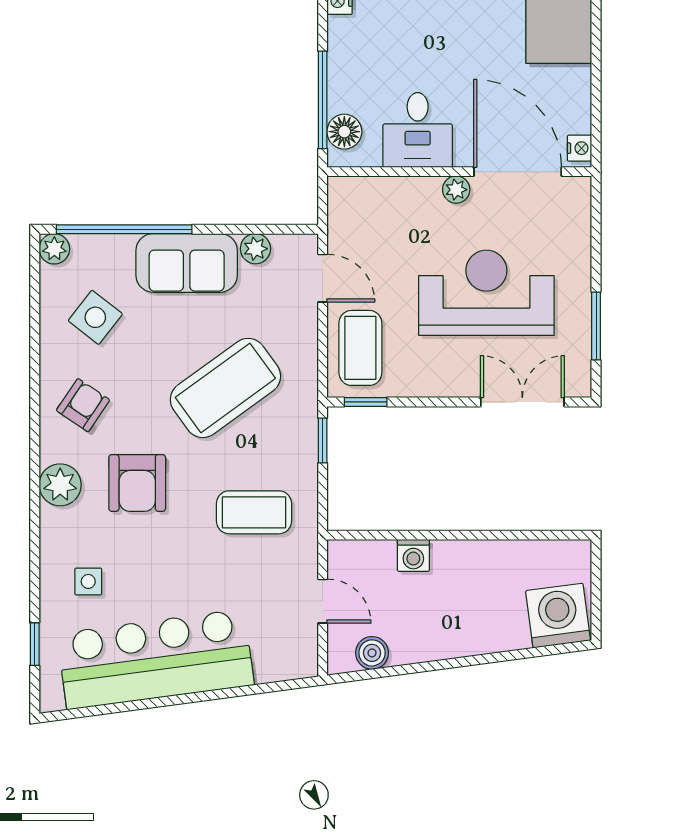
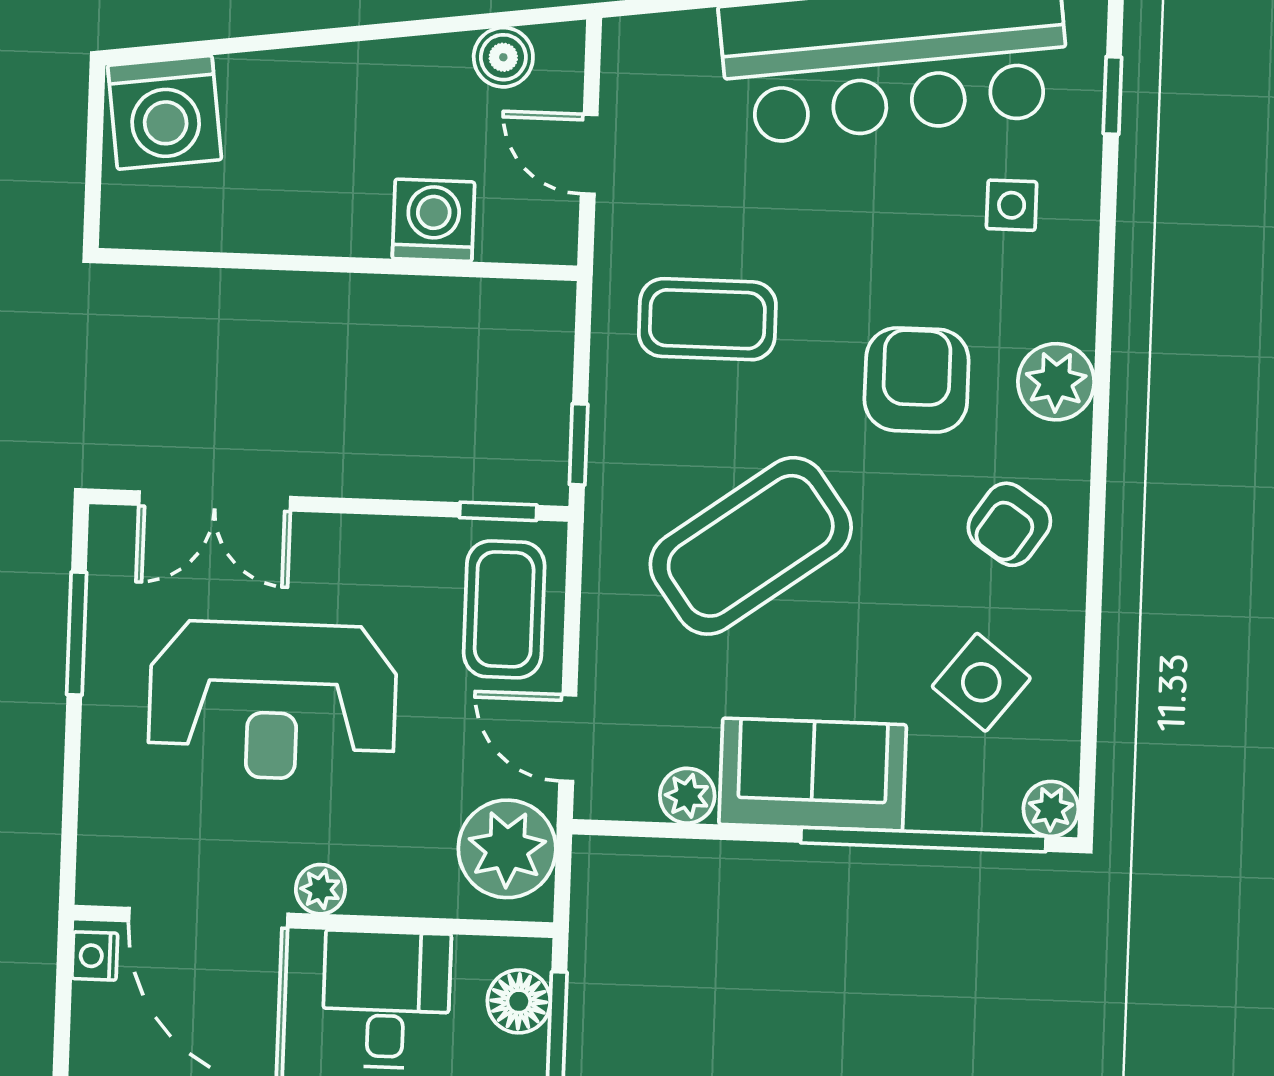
plant: (354, 216) -> (507, 849), added
washing machine: (413, 555) -> (433, 220), width x1.38, depth x1.38

